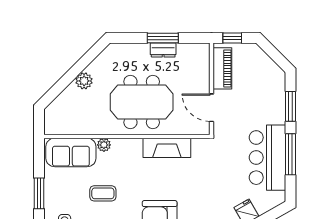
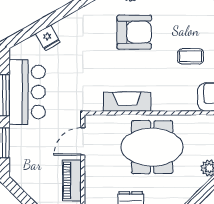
door: (211, 108) -> (83, 141), swing flipped
plant: (104, 145) -> (190, 105), removed

